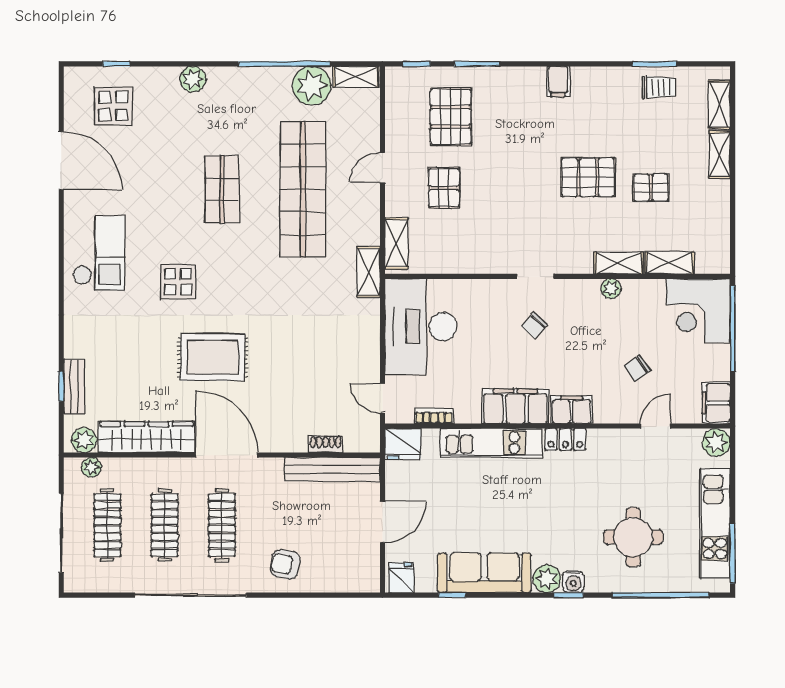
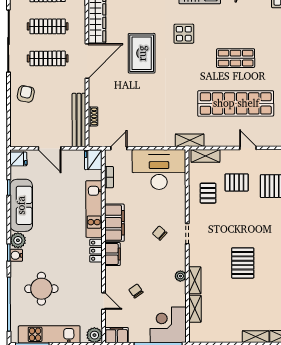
pallet: (651, 188) -> (208, 193), moved

